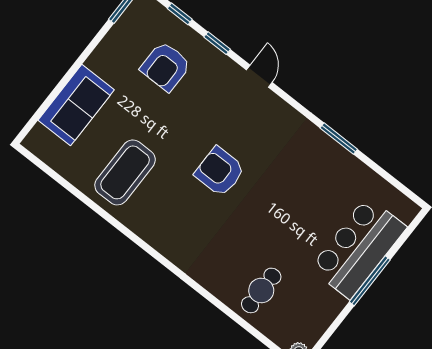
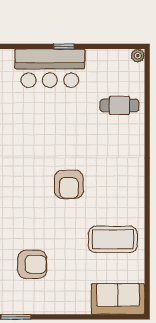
sofa: (76, 105) -> (118, 299), moved
window: (370, 281) -> (64, 46), width x0.46

